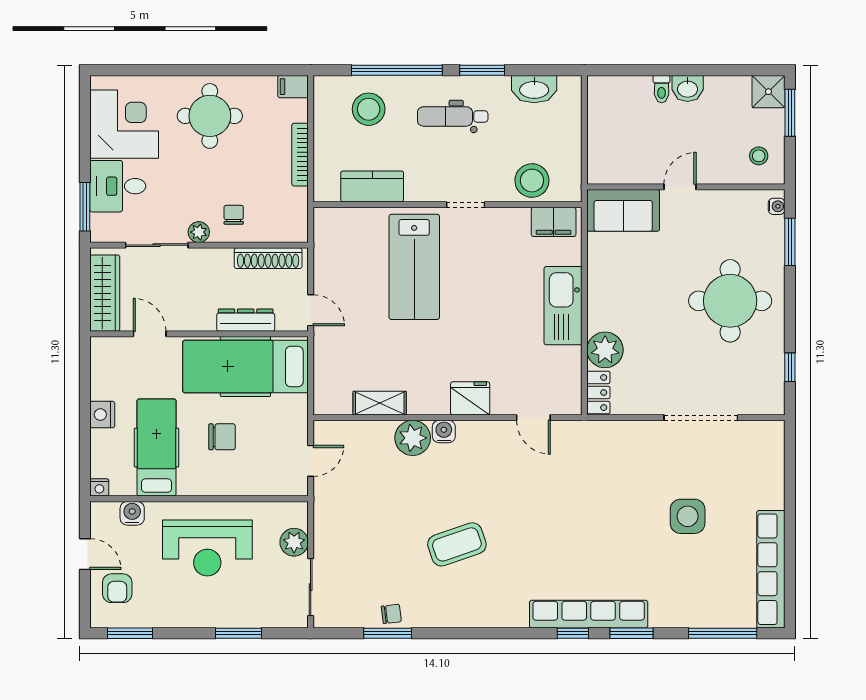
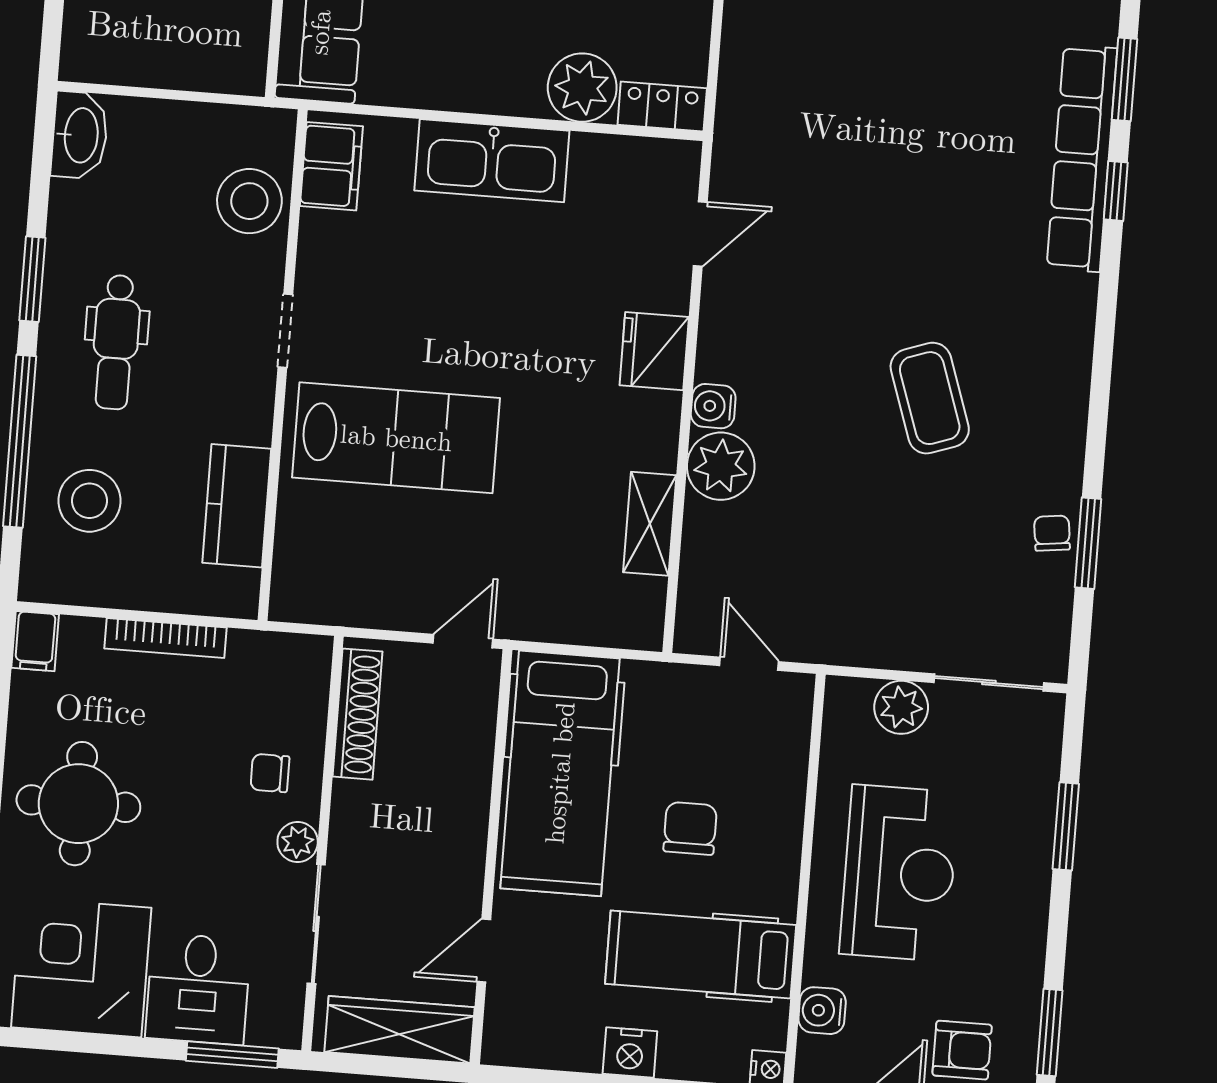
washbasin: (534, 89) -> (80, 135), moved
dresser: (246, 320) -> (472, 766), removed

